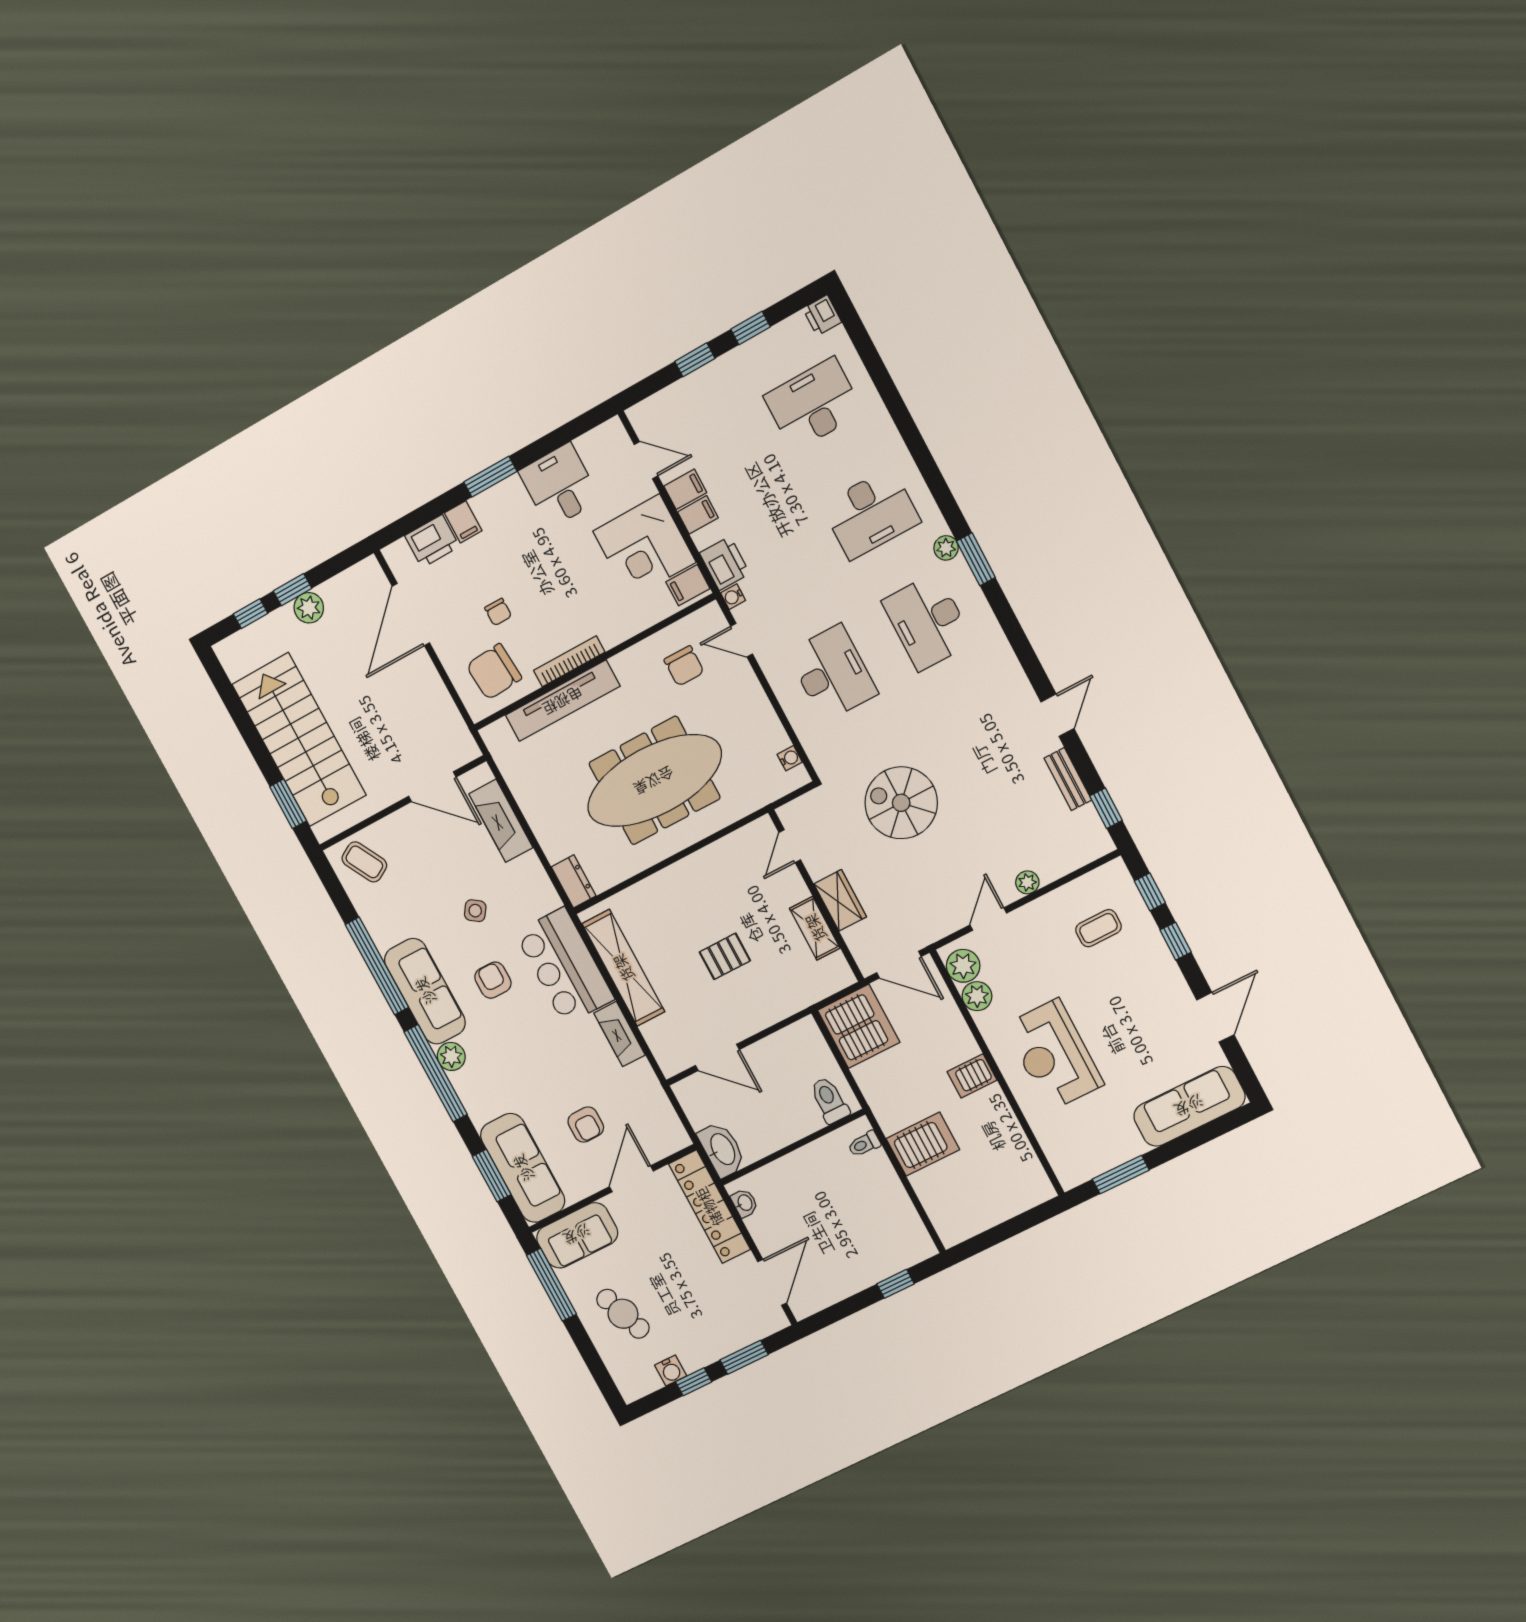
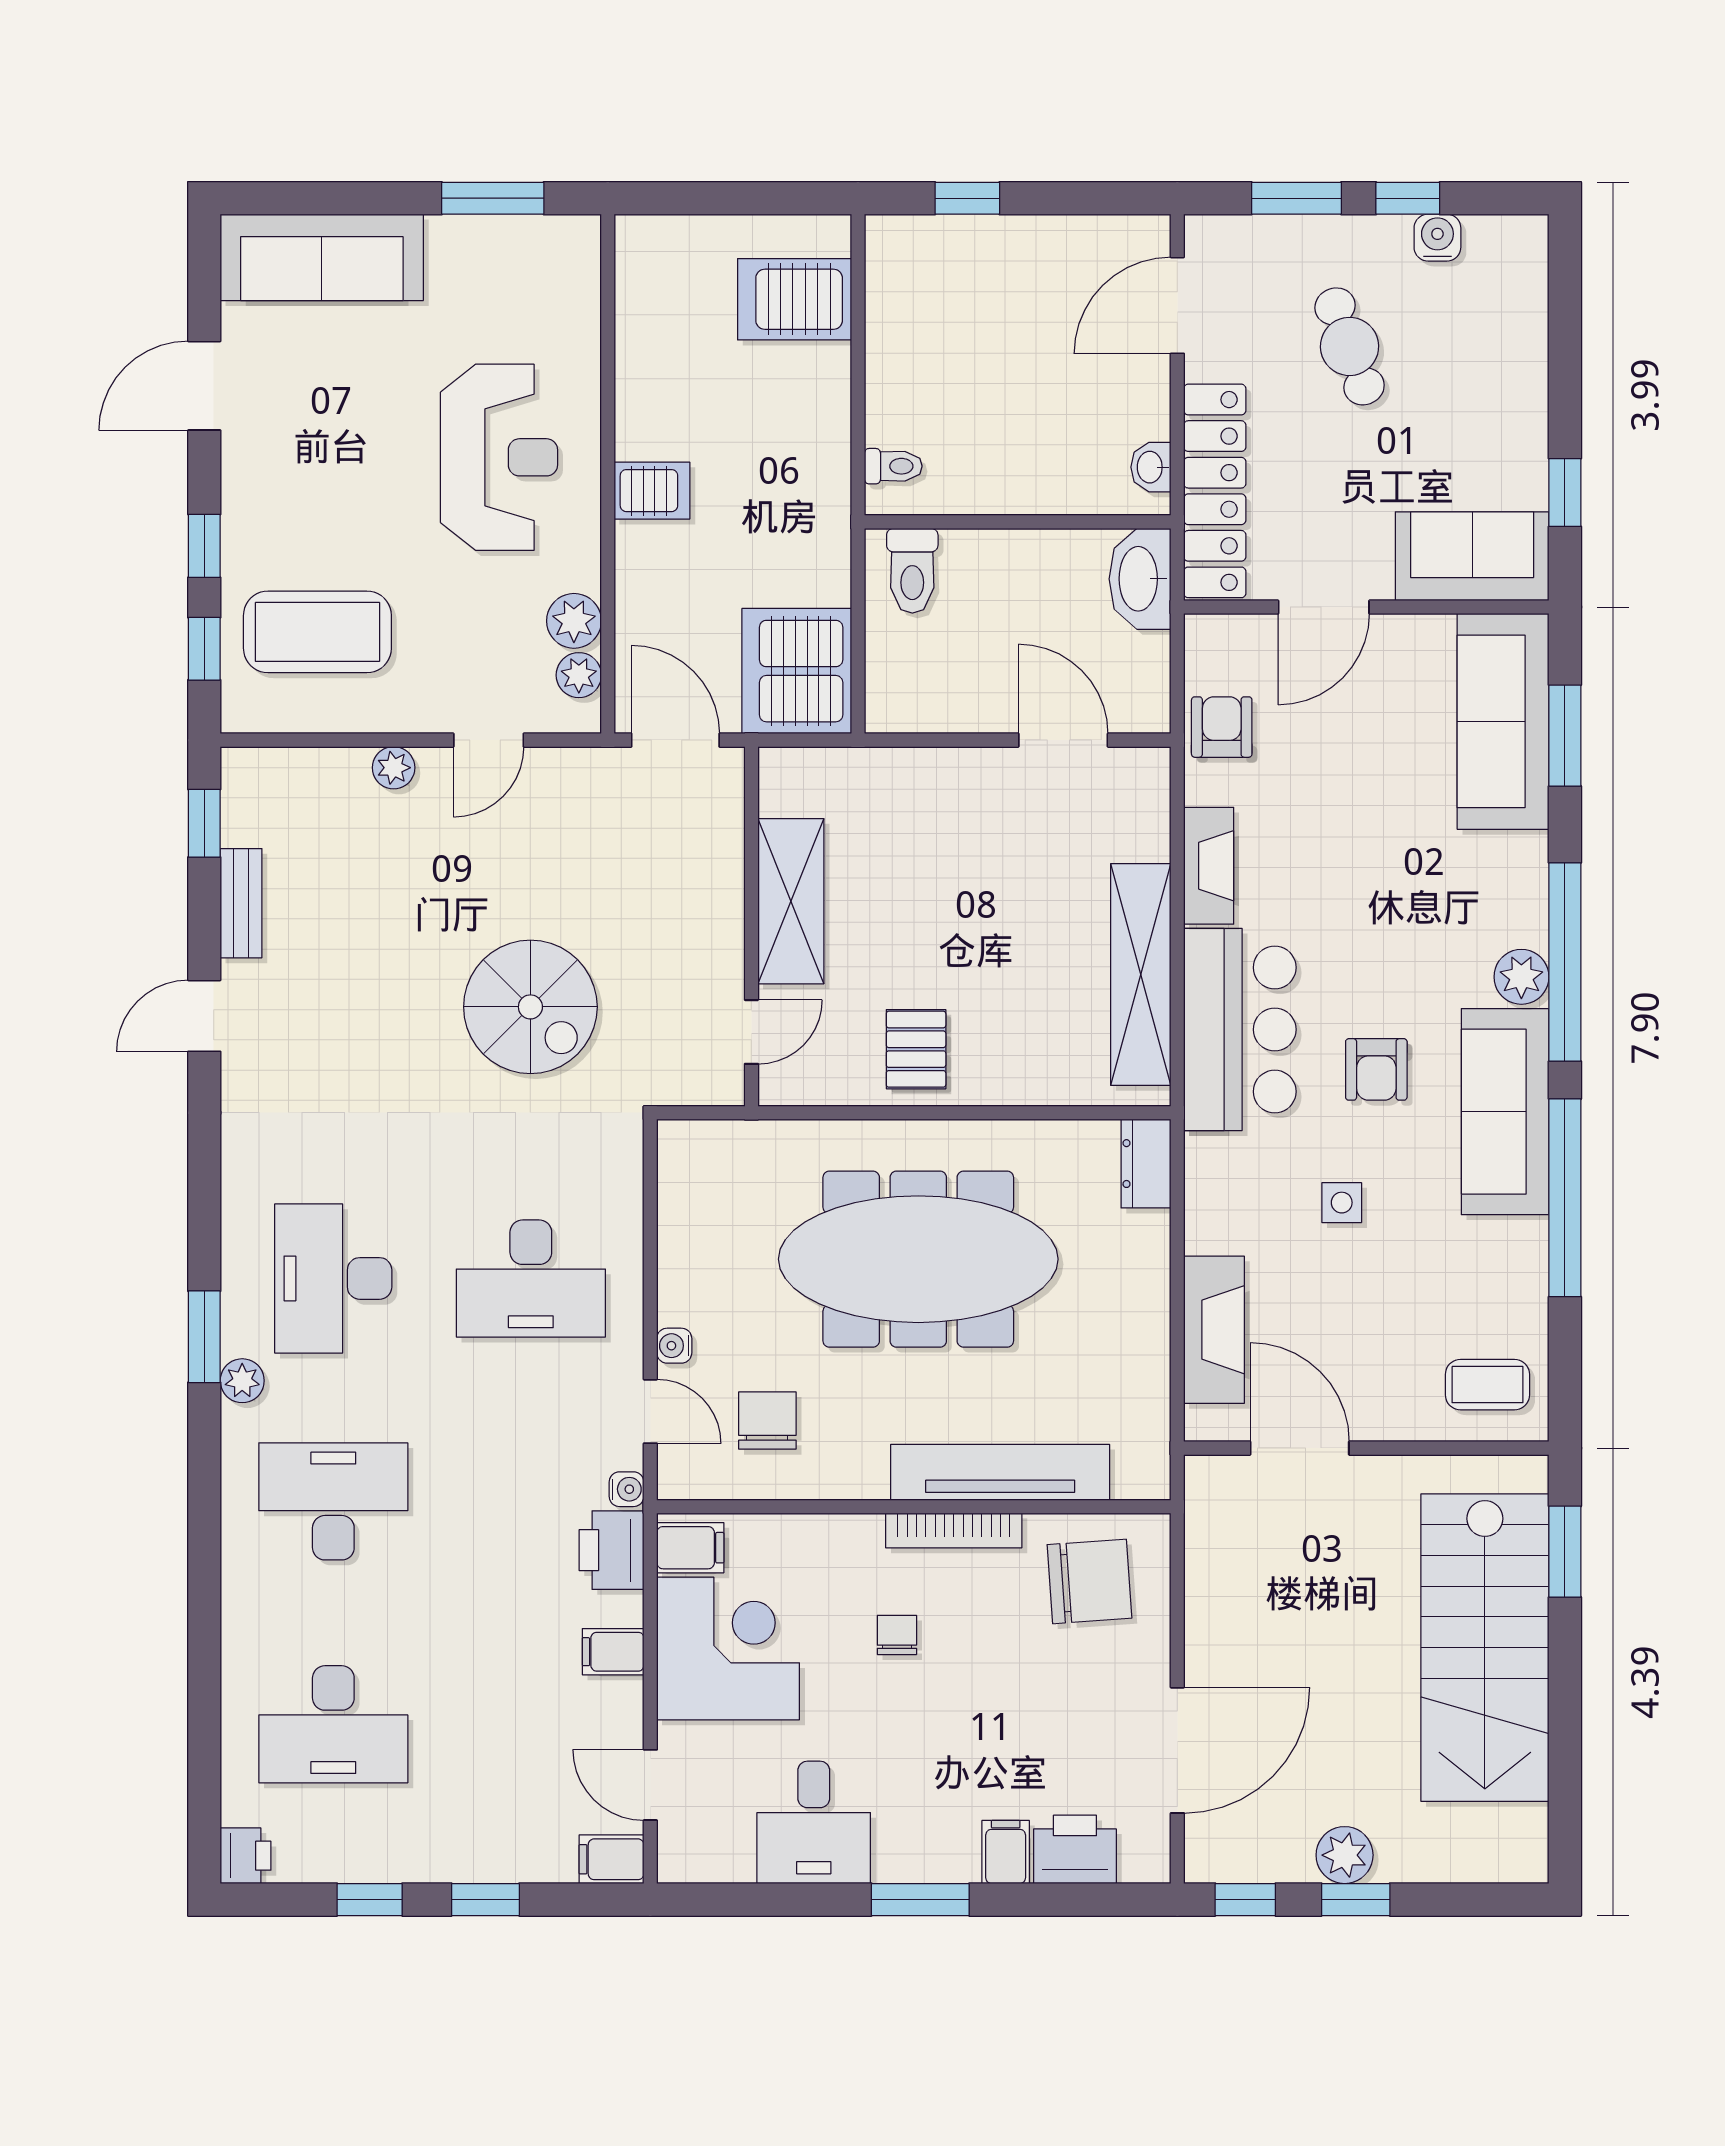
filing cabinet: (685, 489) -> (612, 1859), moved
chair: (498, 612) -> (897, 1635), moved
window: (251, 614) -> (1245, 1900), moved
desk: (928, 622) -> (333, 1278), turned 180
desk: (832, 673) -> (531, 1278), turned -90
water cooler: (790, 758) -> (674, 1346), moved
coffee table: (364, 862) -> (1487, 1385), turned -61
wardrobe: (840, 900) -> (716, 898), removed
side table: (475, 911) -> (1342, 1203), turned -36
shelving: (815, 928) -> (791, 901), width x1.50, depth x1.33
coffee table: (1098, 928) -> (317, 632), width x1.86, depth x1.72
pallet: (725, 956) -> (916, 1049), moved, turned 90
plant: (963, 966) -> (579, 675), width x0.73, depth x0.73
armchair: (586, 1125) -> (1222, 727), moved
server rack: (923, 1144) -> (795, 299), moved
window: (551, 1285) -> (1565, 492), width x0.46
cafe table: (623, 1314) -> (1350, 346), moved

